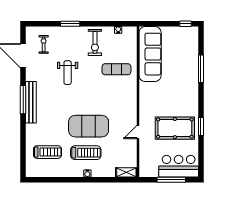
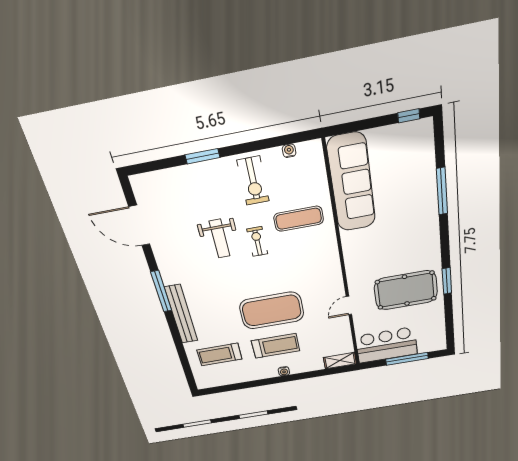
exercise bike: (44, 44) -> (257, 241), moved
bench: (31, 102) -> (181, 314), moved
treadmill: (47, 152) -> (219, 354), turned 180
bar counter: (179, 166) -> (387, 345), moved

